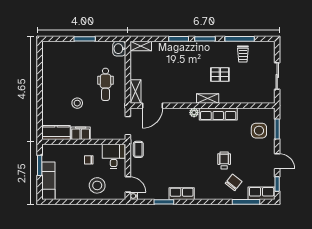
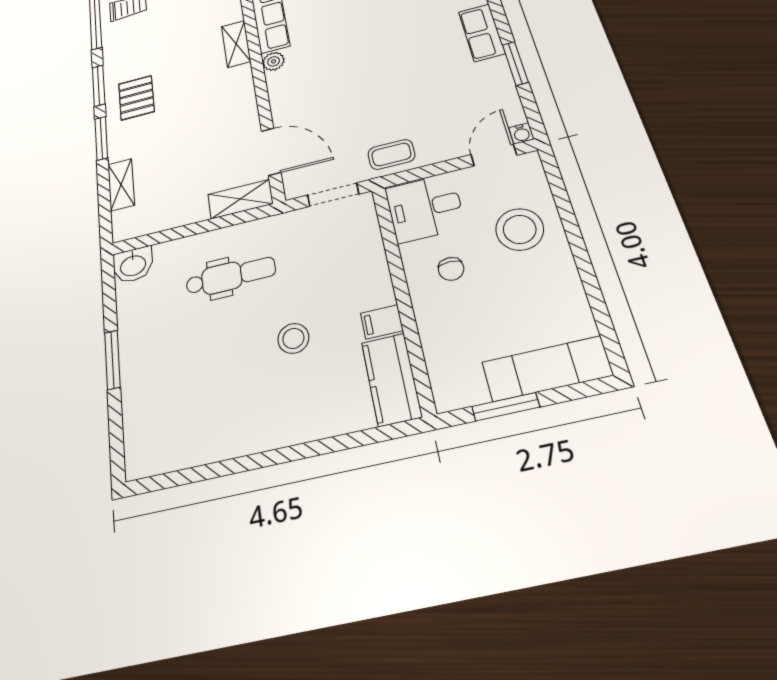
shelving: (141, 46) -> (121, 185), moved
pallet: (220, 75) -> (136, 98), moved
filing cabinet: (81, 133) -> (382, 322), width x0.50

